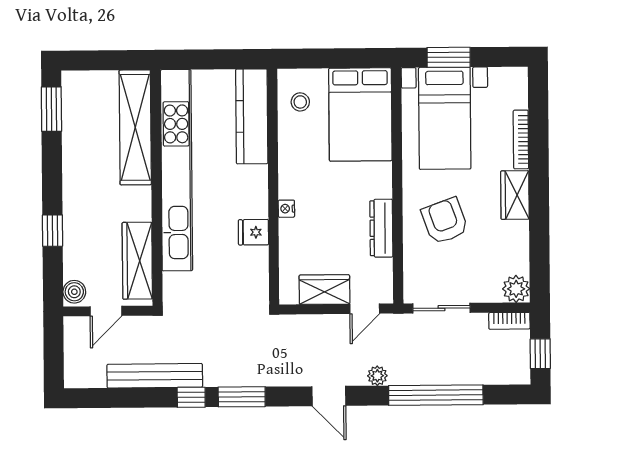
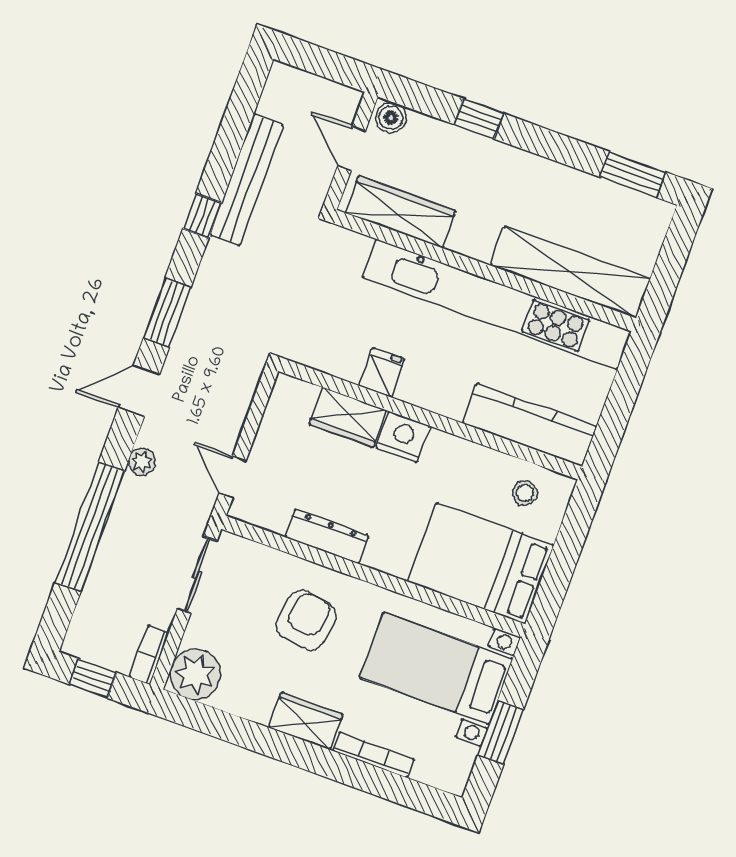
window: (449, 57) -> (501, 732), moved
nightstand: (286, 209) -> (403, 437), width x1.89, depth x1.79
armchair: (445, 221) -> (306, 620), turned -61
plant: (516, 289) -> (195, 674), width x1.36, depth x1.36
wardrobe: (324, 290) -> (348, 417), moved, turned 90
window: (242, 397) -> (167, 312), moved

